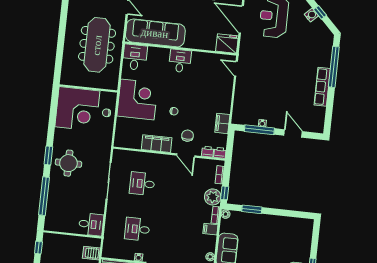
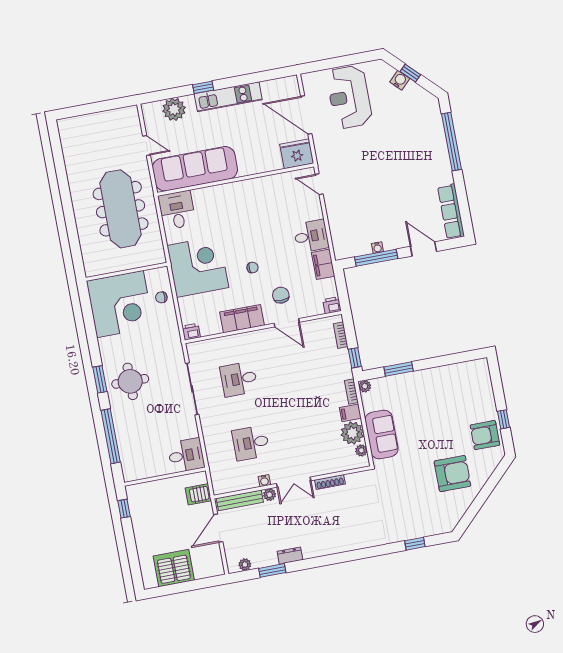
desk: (180, 61) -> (311, 236), moved, turned 90
row of seats: (322, 87) -> (451, 212), moved
printer: (208, 152) -> (191, 332), moved
plant: (213, 197) -> (352, 433), moved

